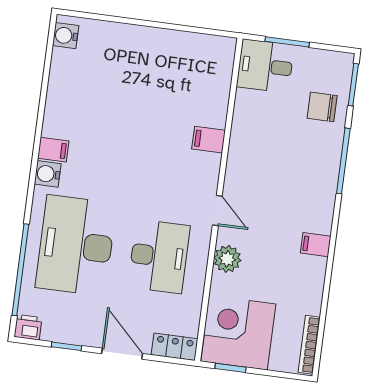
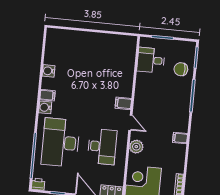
water cooler: (66, 36) -> (49, 71), moved
desk: (265, 66) -> (151, 60), moved
filing cabinet: (209, 140) -> (123, 103), moved

